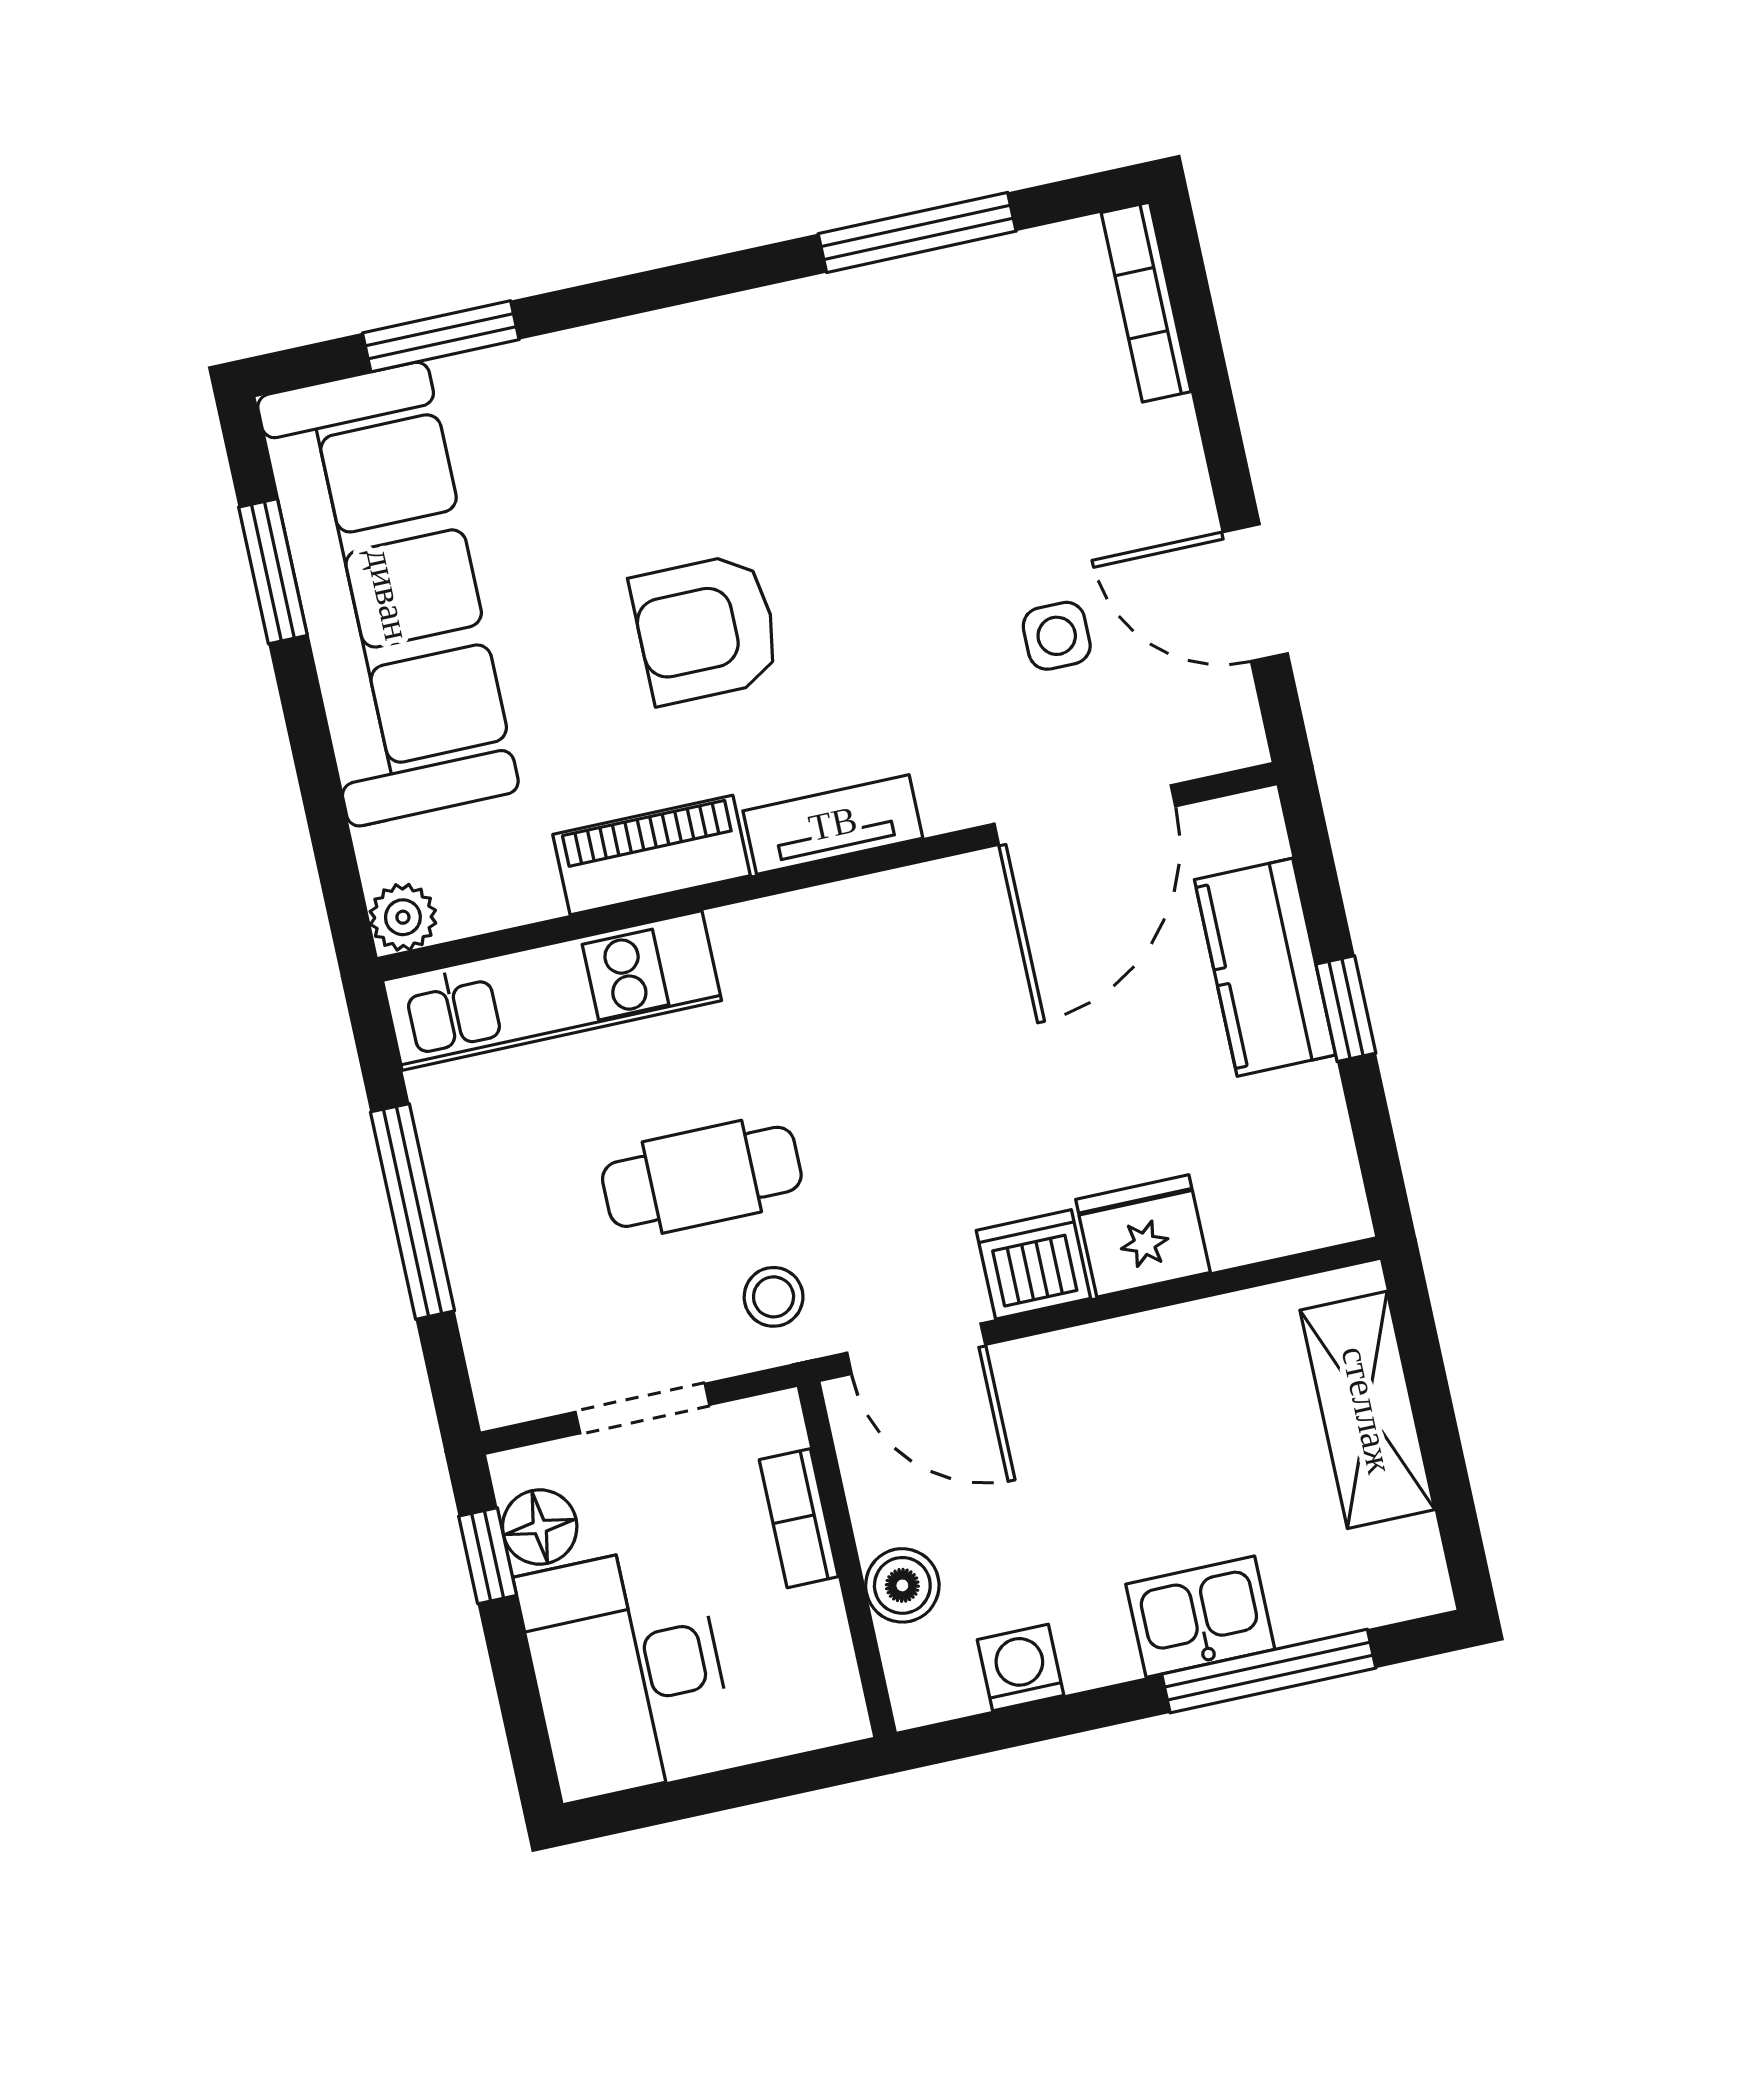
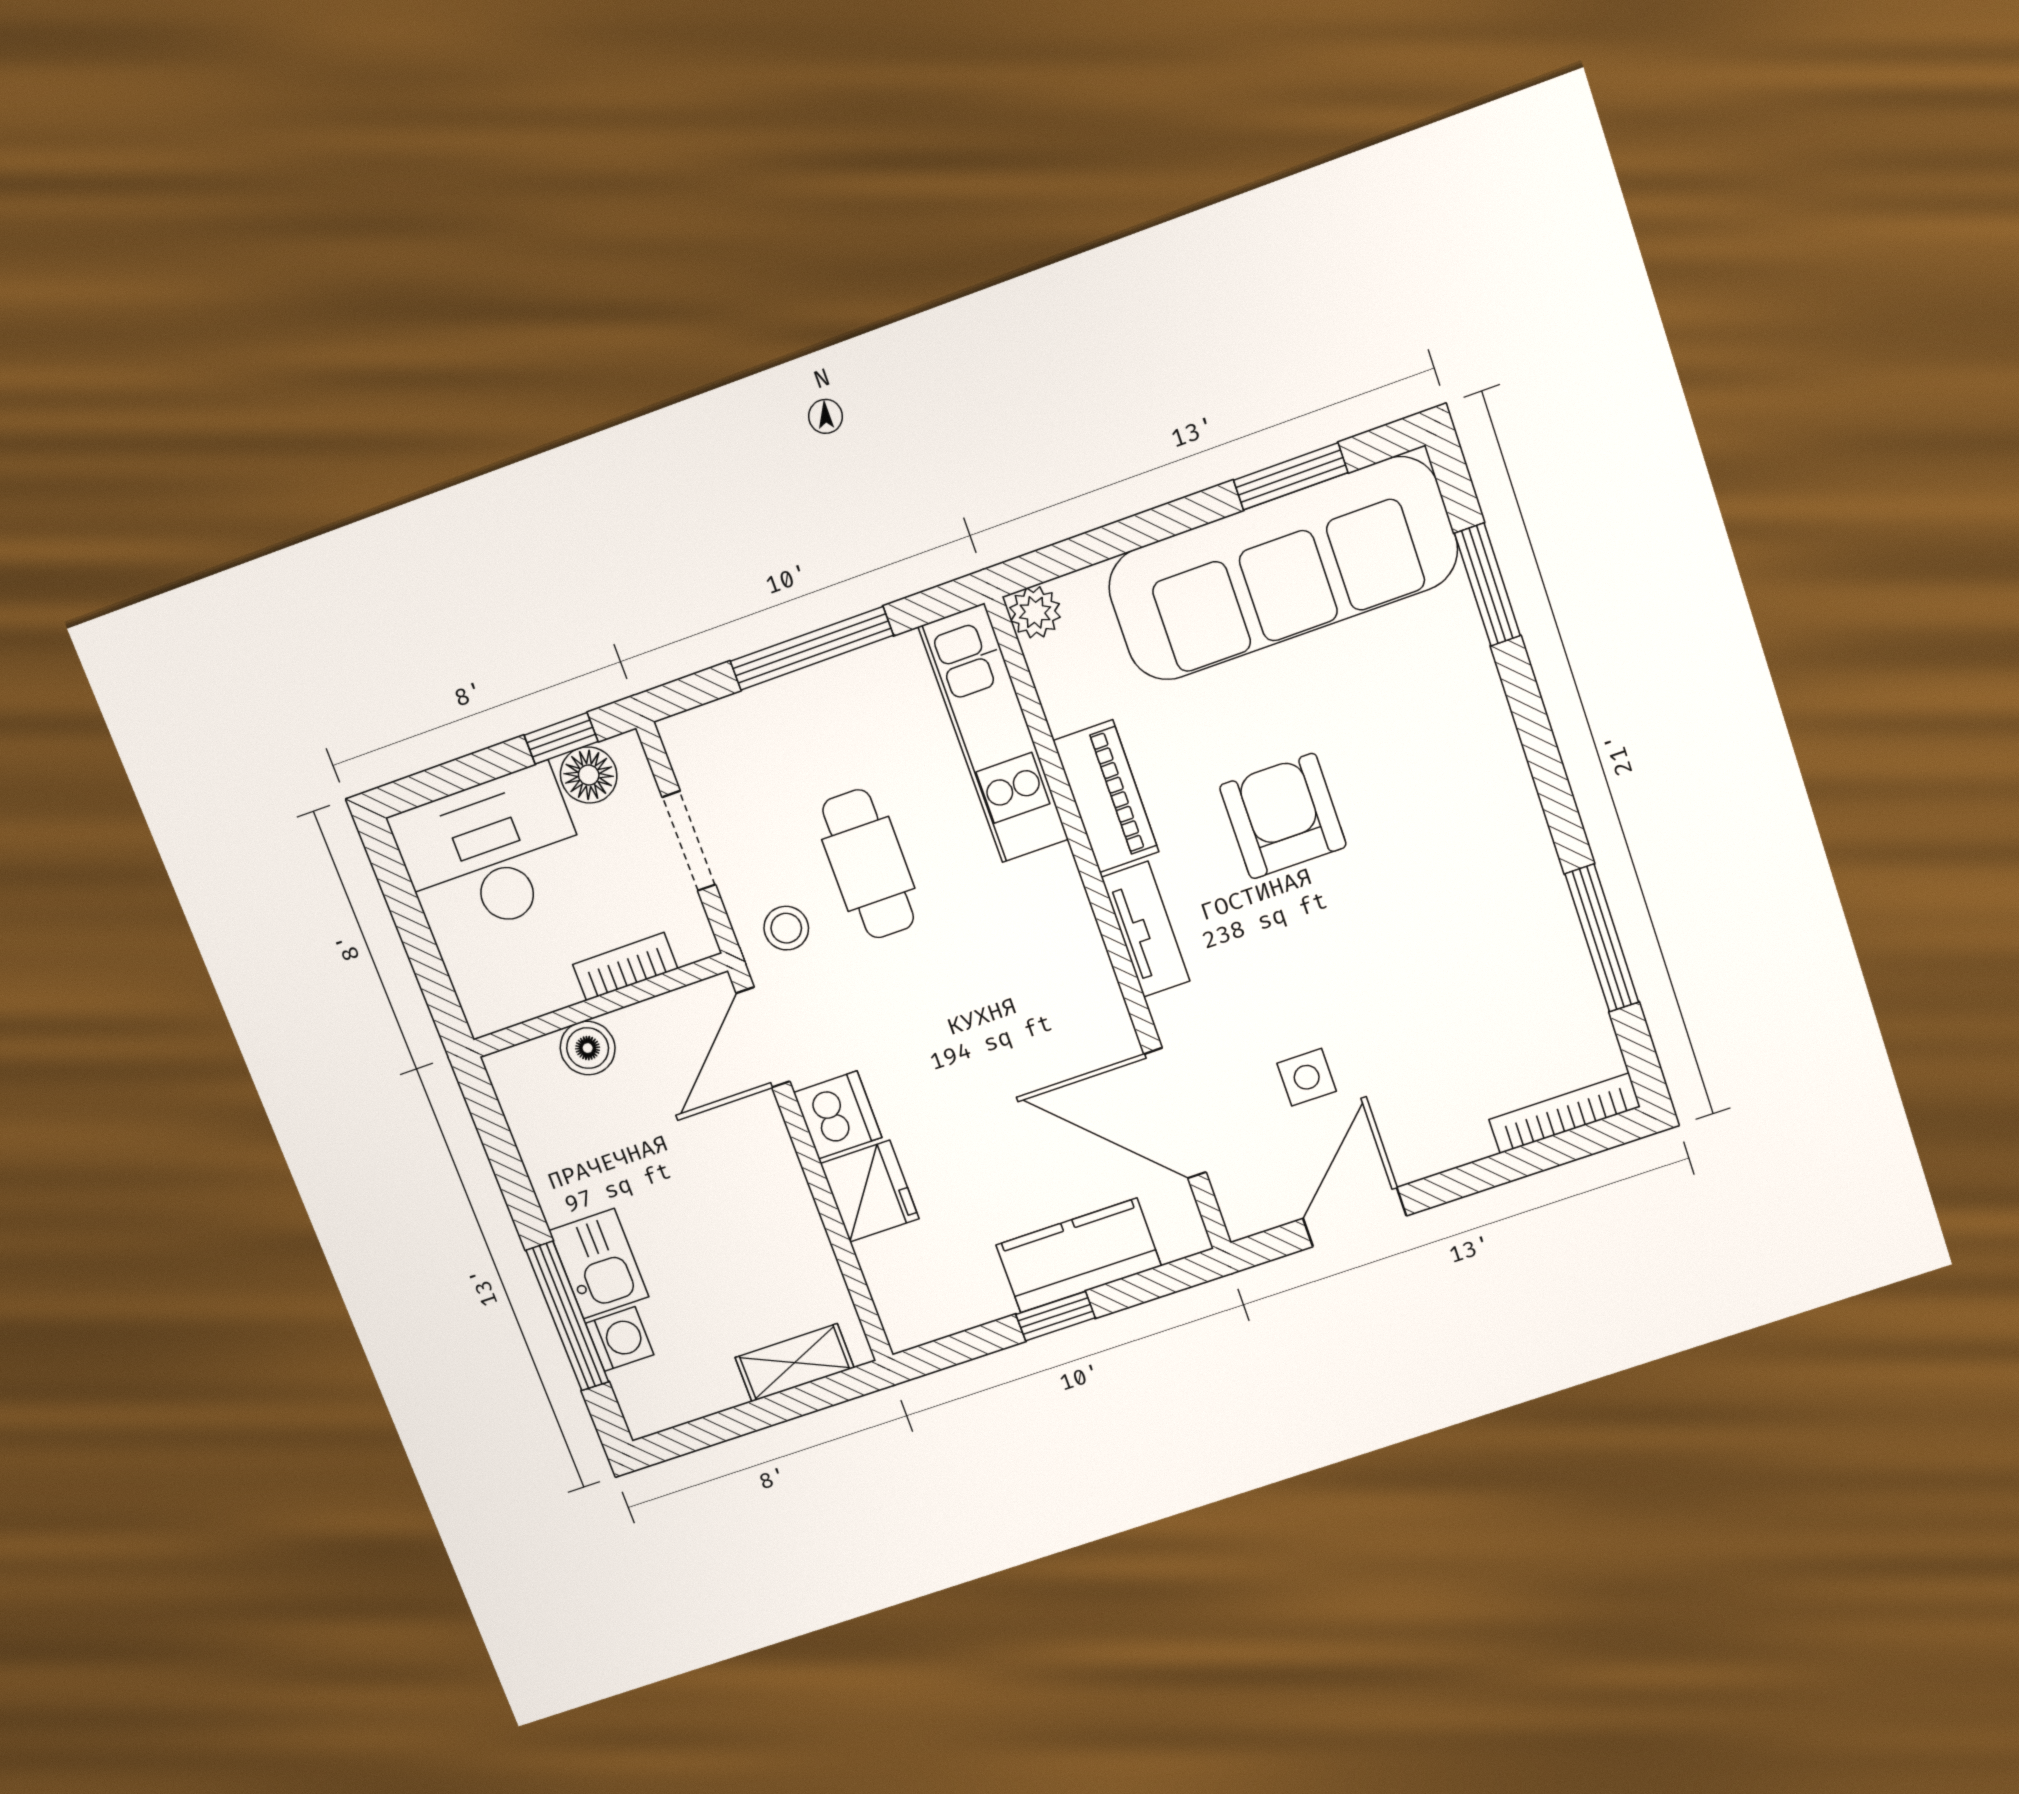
shelving: (1367, 1410) -> (794, 1363), width x0.67, depth x0.75
washing machine: (1021, 1668) -> (620, 1339), moved

